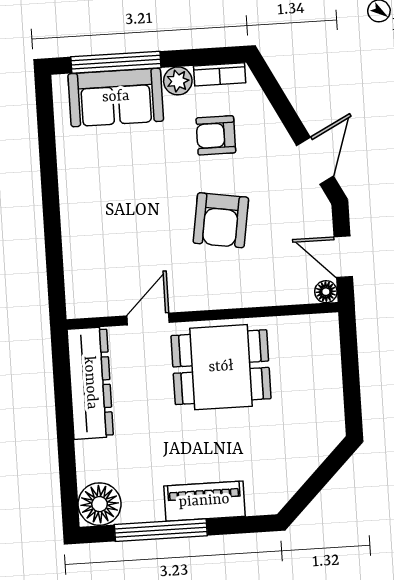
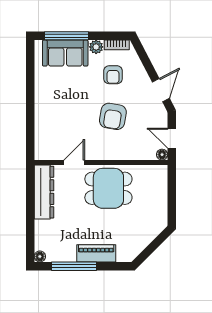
armchair: (216, 135) -> (113, 75), turned -90
floor lamp: (100, 504) -> (40, 256), width x0.53, depth x0.53

